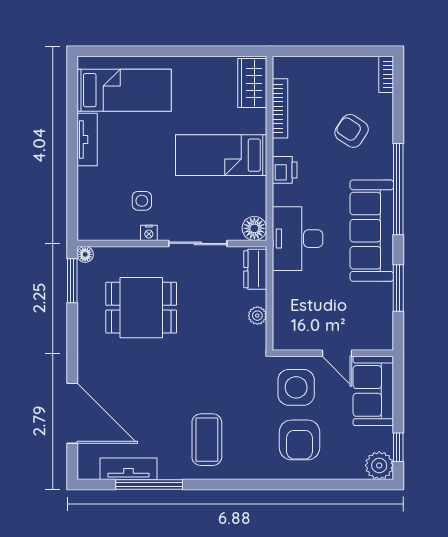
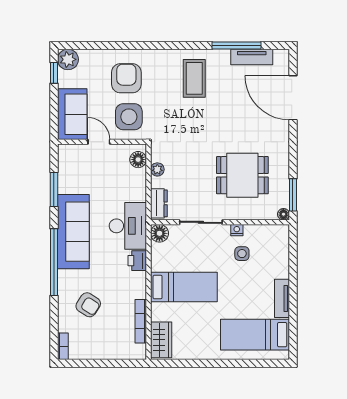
printer: (285, 170) -> (137, 261), moved
floor lamp: (284, 329) -> (138, 160), added

